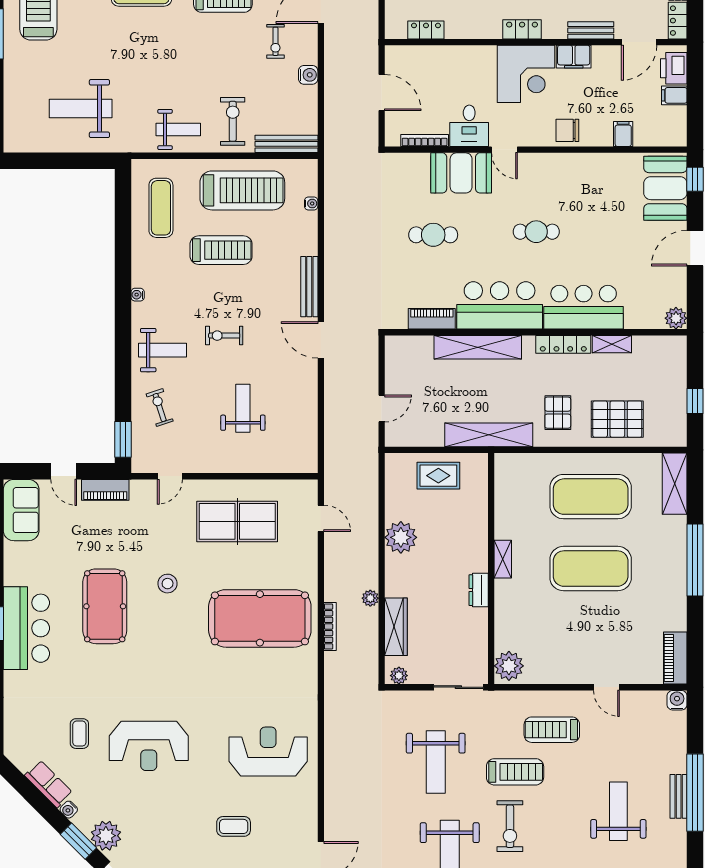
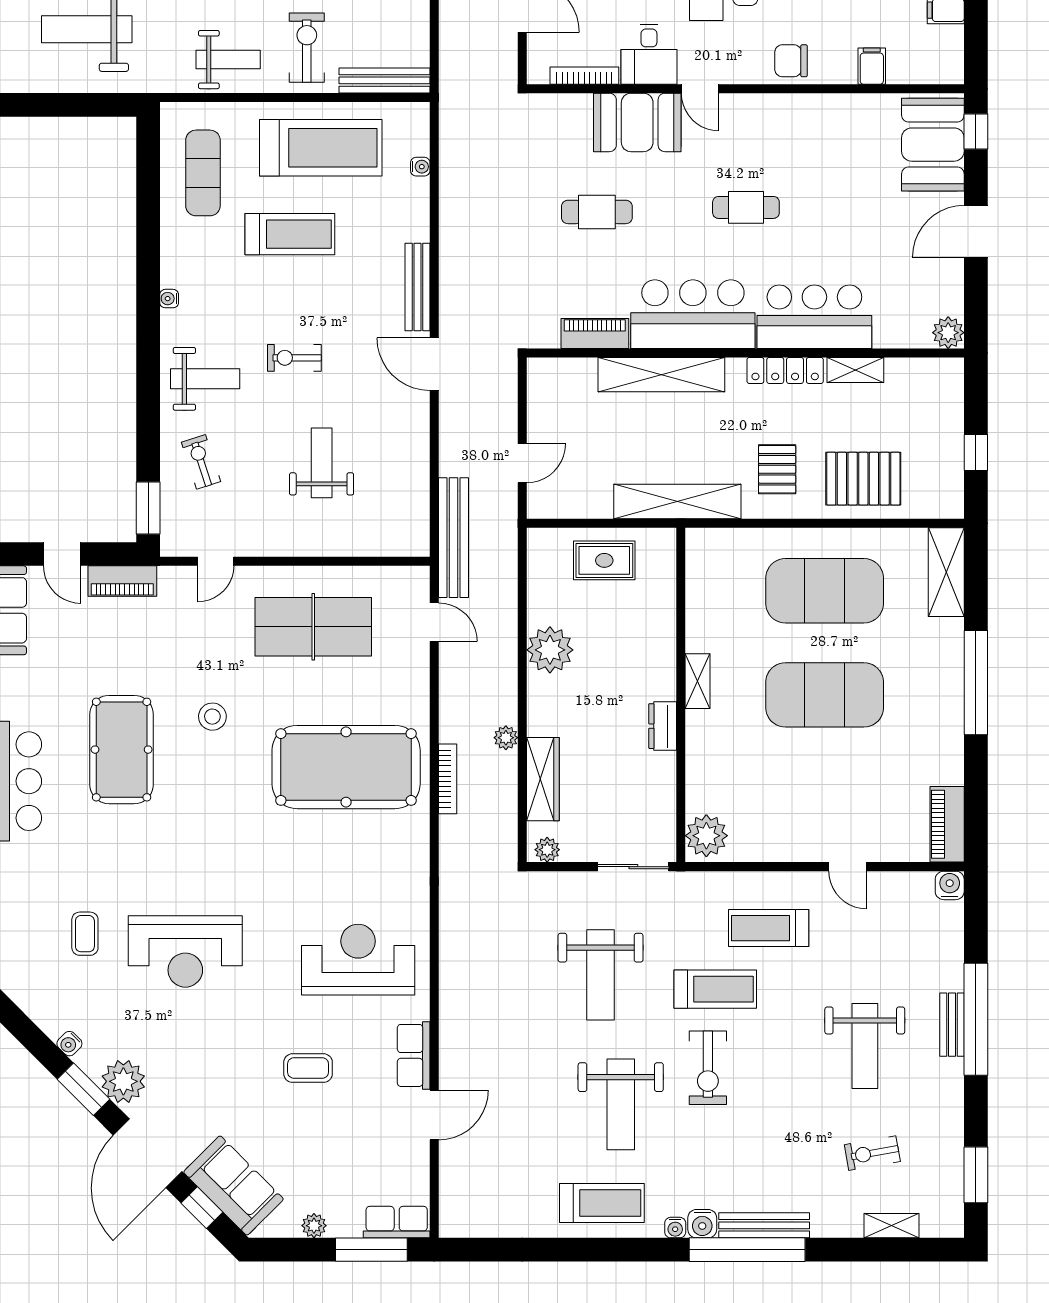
bench: (334, 460) -> (454, 538), added
row of seats: (49, 784) -> (414, 1055), moved, turned -135
weight bench: (618, 811) -> (865, 1046), turned 180

